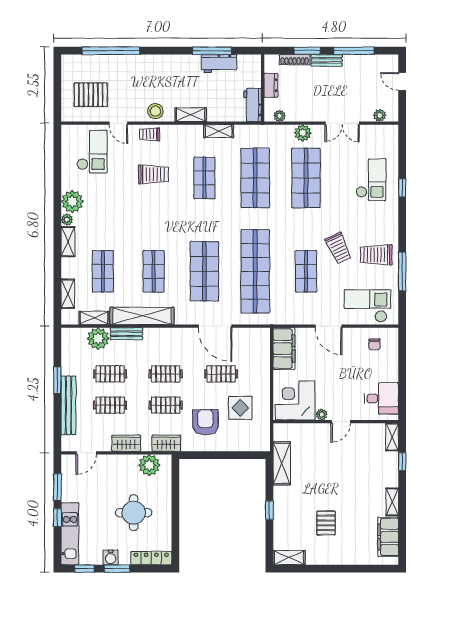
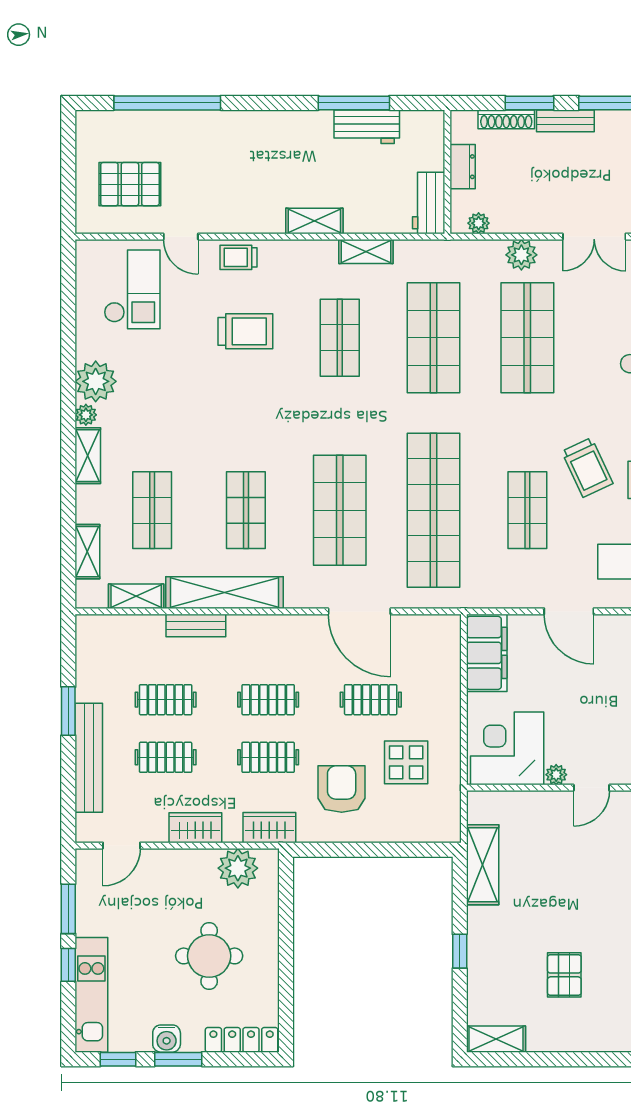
stool: (155, 111) -> (249, 214), removed
plant: (98, 339) -> (144, 634), removed

